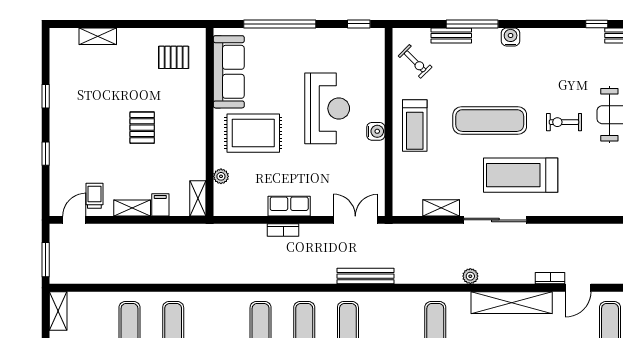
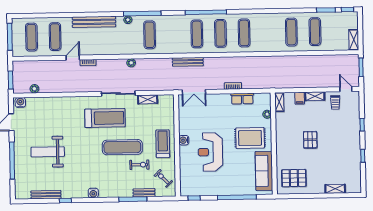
water cooler: (511, 37) -> (93, 193), moved
pallet: (174, 57) -> (294, 178), width x1.50, depth x1.42
exercise bike: (564, 122) -> (139, 165), moved
row of seats: (289, 206) -> (242, 99), moved
door: (74, 220) -> (346, 89), swing flipped
shelving: (512, 303) -> (109, 49), removed

